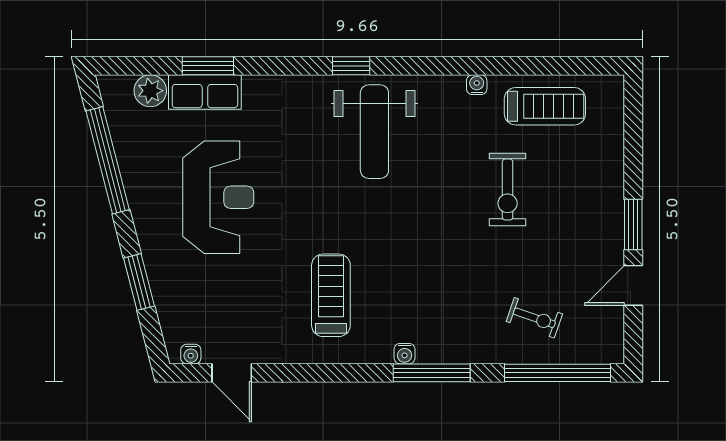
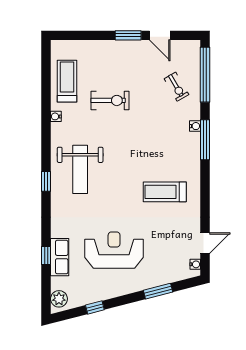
window: (208, 66) -> (46, 256), width x0.67
plant: (150, 91) -> (59, 299), moved
weight bench: (374, 132) -> (80, 169), turned 90
window: (108, 160) -> (95, 307), width x0.32
exercise bike: (534, 318) -> (176, 87), turned 131
water cooler: (405, 354) -> (195, 126), moved

